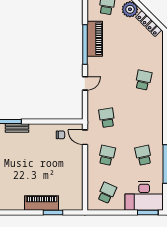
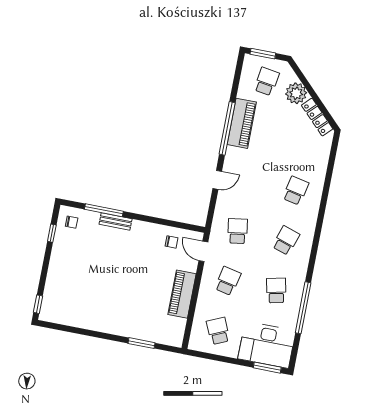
school desk: (143, 118) -> (286, 241), added
school desk: (107, 193) -> (218, 331), turned -48
piano: (41, 203) -> (182, 294), moved, turned -90

